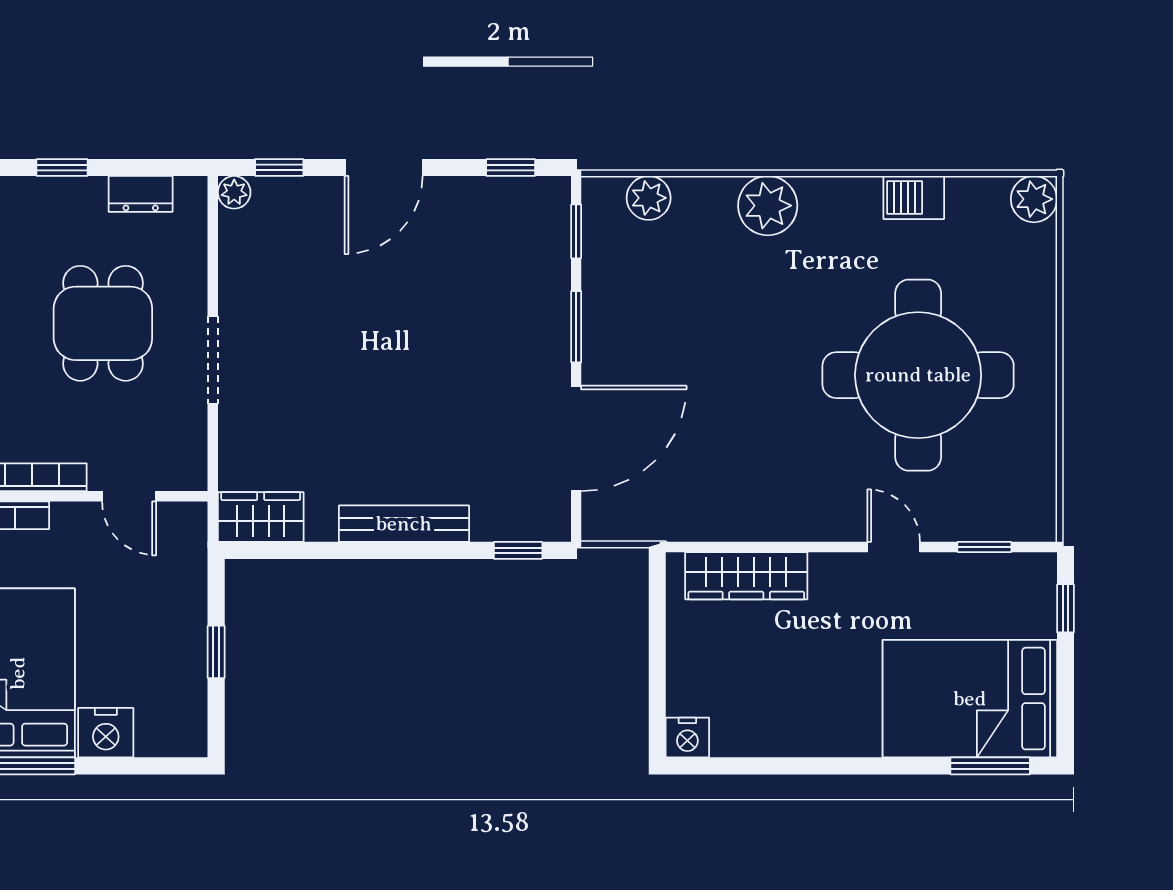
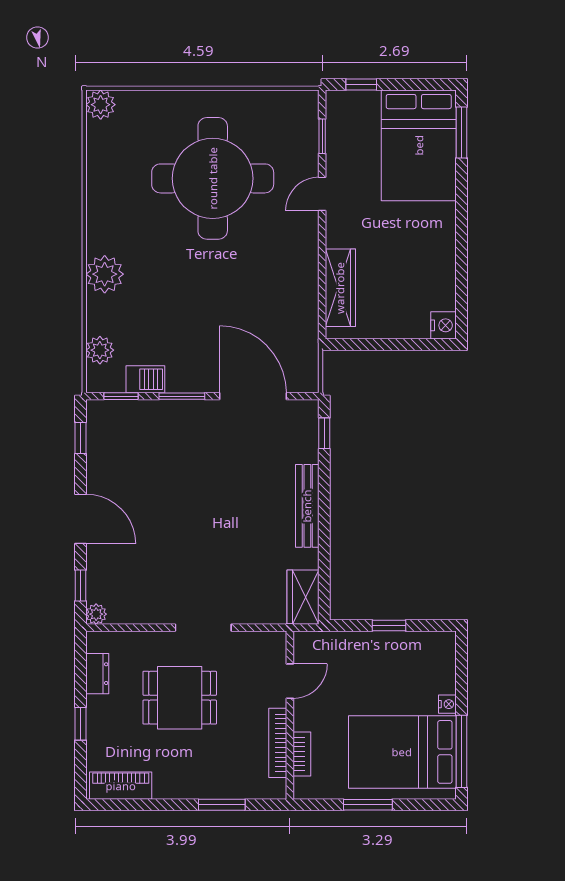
barbecue: (914, 197) -> (145, 379), moved, turned -90
nightstand: (106, 733) -> (447, 704), width x0.53, depth x0.56

